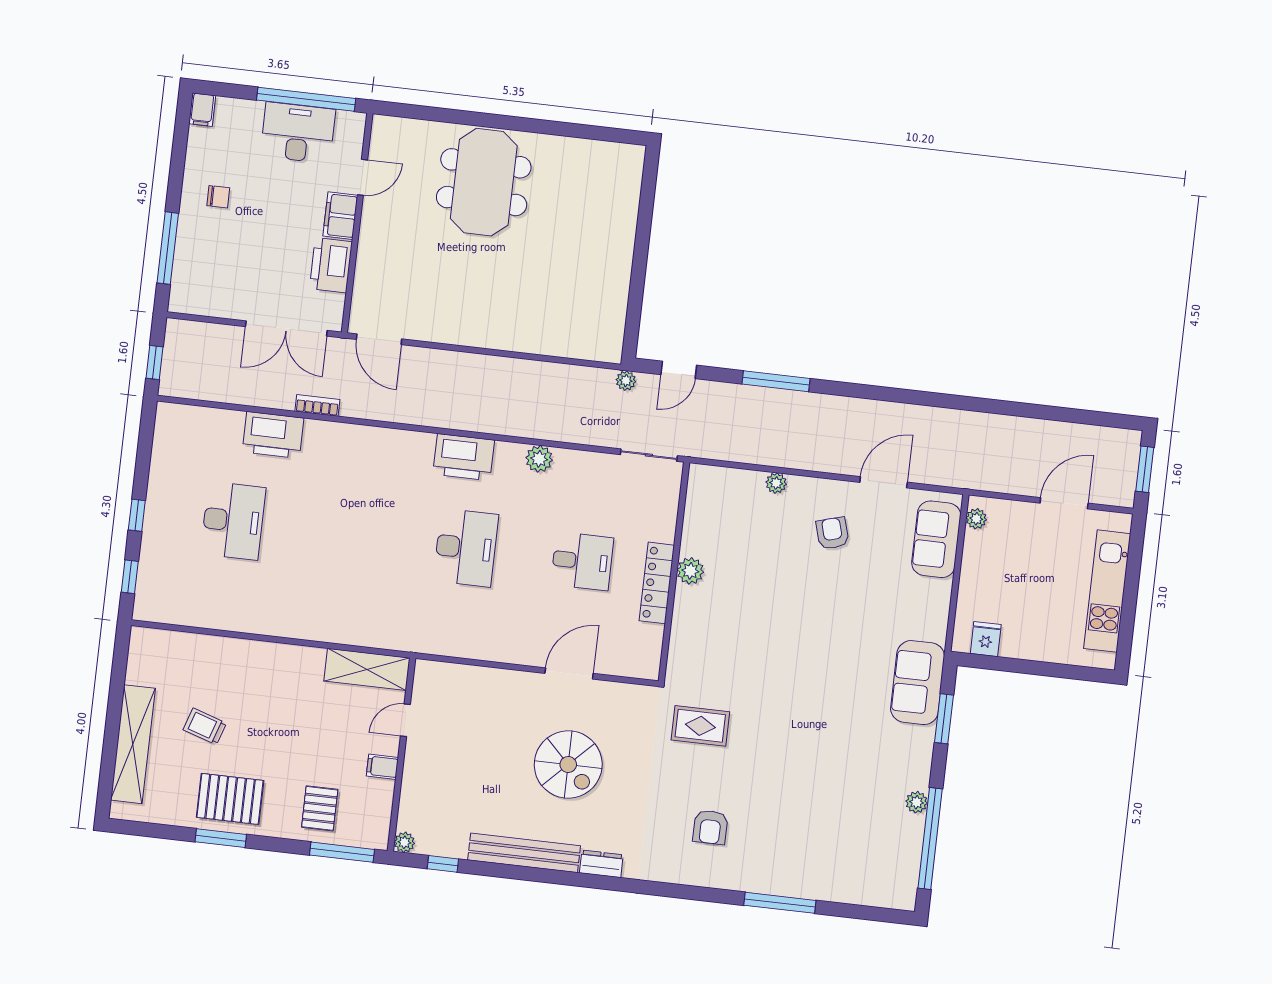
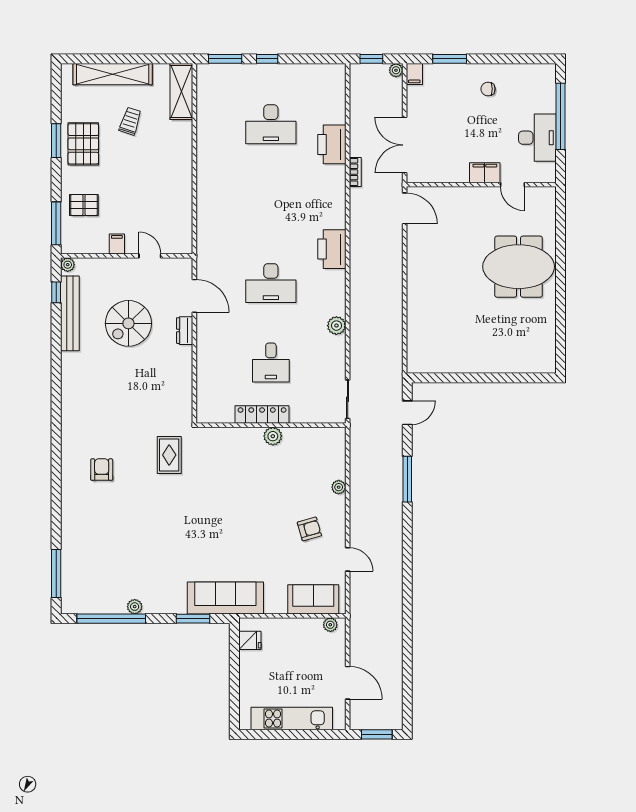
window: (306, 99) -> (561, 116), moved
filing cabinet: (202, 110) -> (414, 74), moved, turned -90
chair: (218, 197) -> (488, 89), turned 90
window: (168, 248) -> (450, 59), width x0.69
printer: (331, 265) -> (451, 170), removed
door: (379, 339) -> (405, 208), swing flipped
door: (679, 370) -> (407, 413), swing flipped
plant: (626, 381) -> (396, 70), moved
printer: (464, 457) -> (332, 249), moved
door: (884, 482) -> (348, 559), width x0.73
window: (130, 577) -> (225, 59), width x1.50
shelving: (367, 669) -> (181, 92), moved
door: (569, 673) -> (194, 296), moved
sofa: (918, 683) -> (225, 598), width x1.36
spiral stairs: (568, 764) -> (128, 323), moved
armchair: (710, 827) -> (102, 470), turned 90
bench: (524, 853) -> (70, 313), moved
dresser: (601, 864) -> (185, 331), moved, turned 180
window: (780, 903) -> (56, 573), moved

